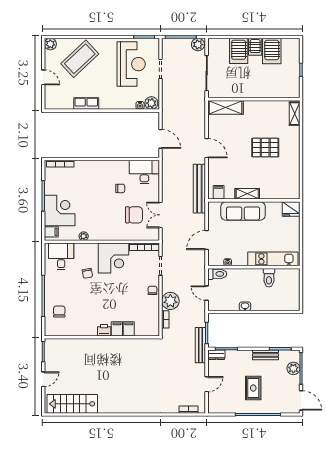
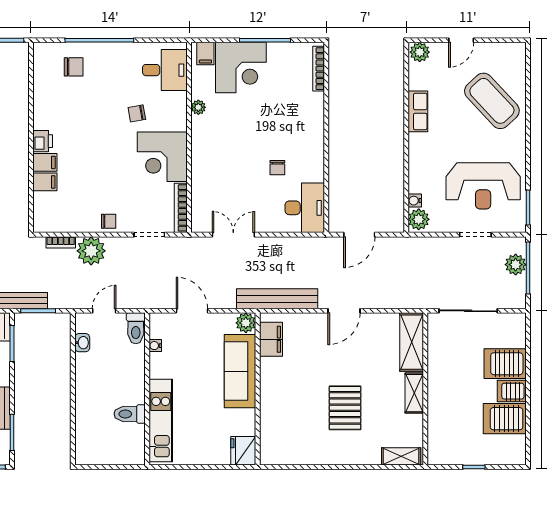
plant: (50, 44) -> (420, 52), moved
plant: (198, 45) -> (516, 265), moved
filing cabinet: (219, 192) -> (271, 339), width x2.00
shelving: (247, 194) -> (414, 393), moved
plant: (214, 208) -> (246, 323), added
chair: (134, 215) -> (234, 191), removed
washbasin: (245, 306) -> (82, 343), moved

